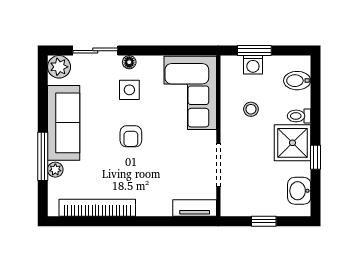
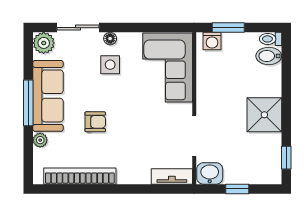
washing machine: (253, 65) -> (212, 41), moved
stool: (251, 109) -> (225, 83), removed
toilet: (299, 116) -> (271, 39), moved
armchair: (131, 136) -> (95, 122), moved, turned -90
window: (43, 156) -> (28, 103), moved
window: (316, 157) -> (286, 158), moved
washbasin: (299, 191) -> (210, 173), moved, turned 90

